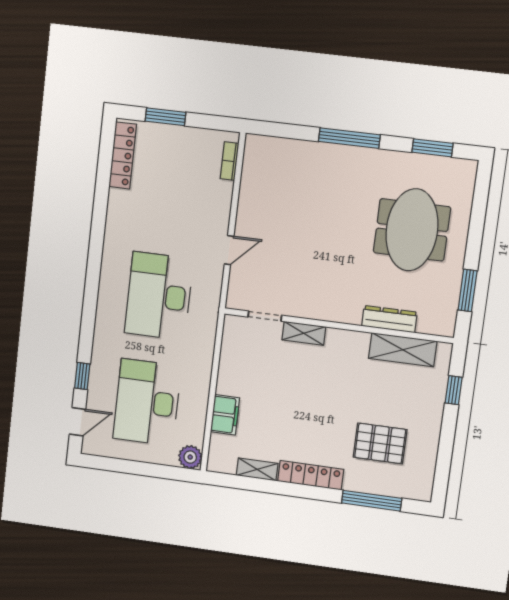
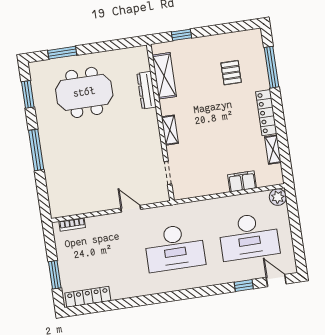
window: (468, 290) -> (62, 53), moved
shelving: (304, 333) -> (170, 130), moved
pallet: (380, 443) -> (231, 73), width x0.67, depth x0.71

